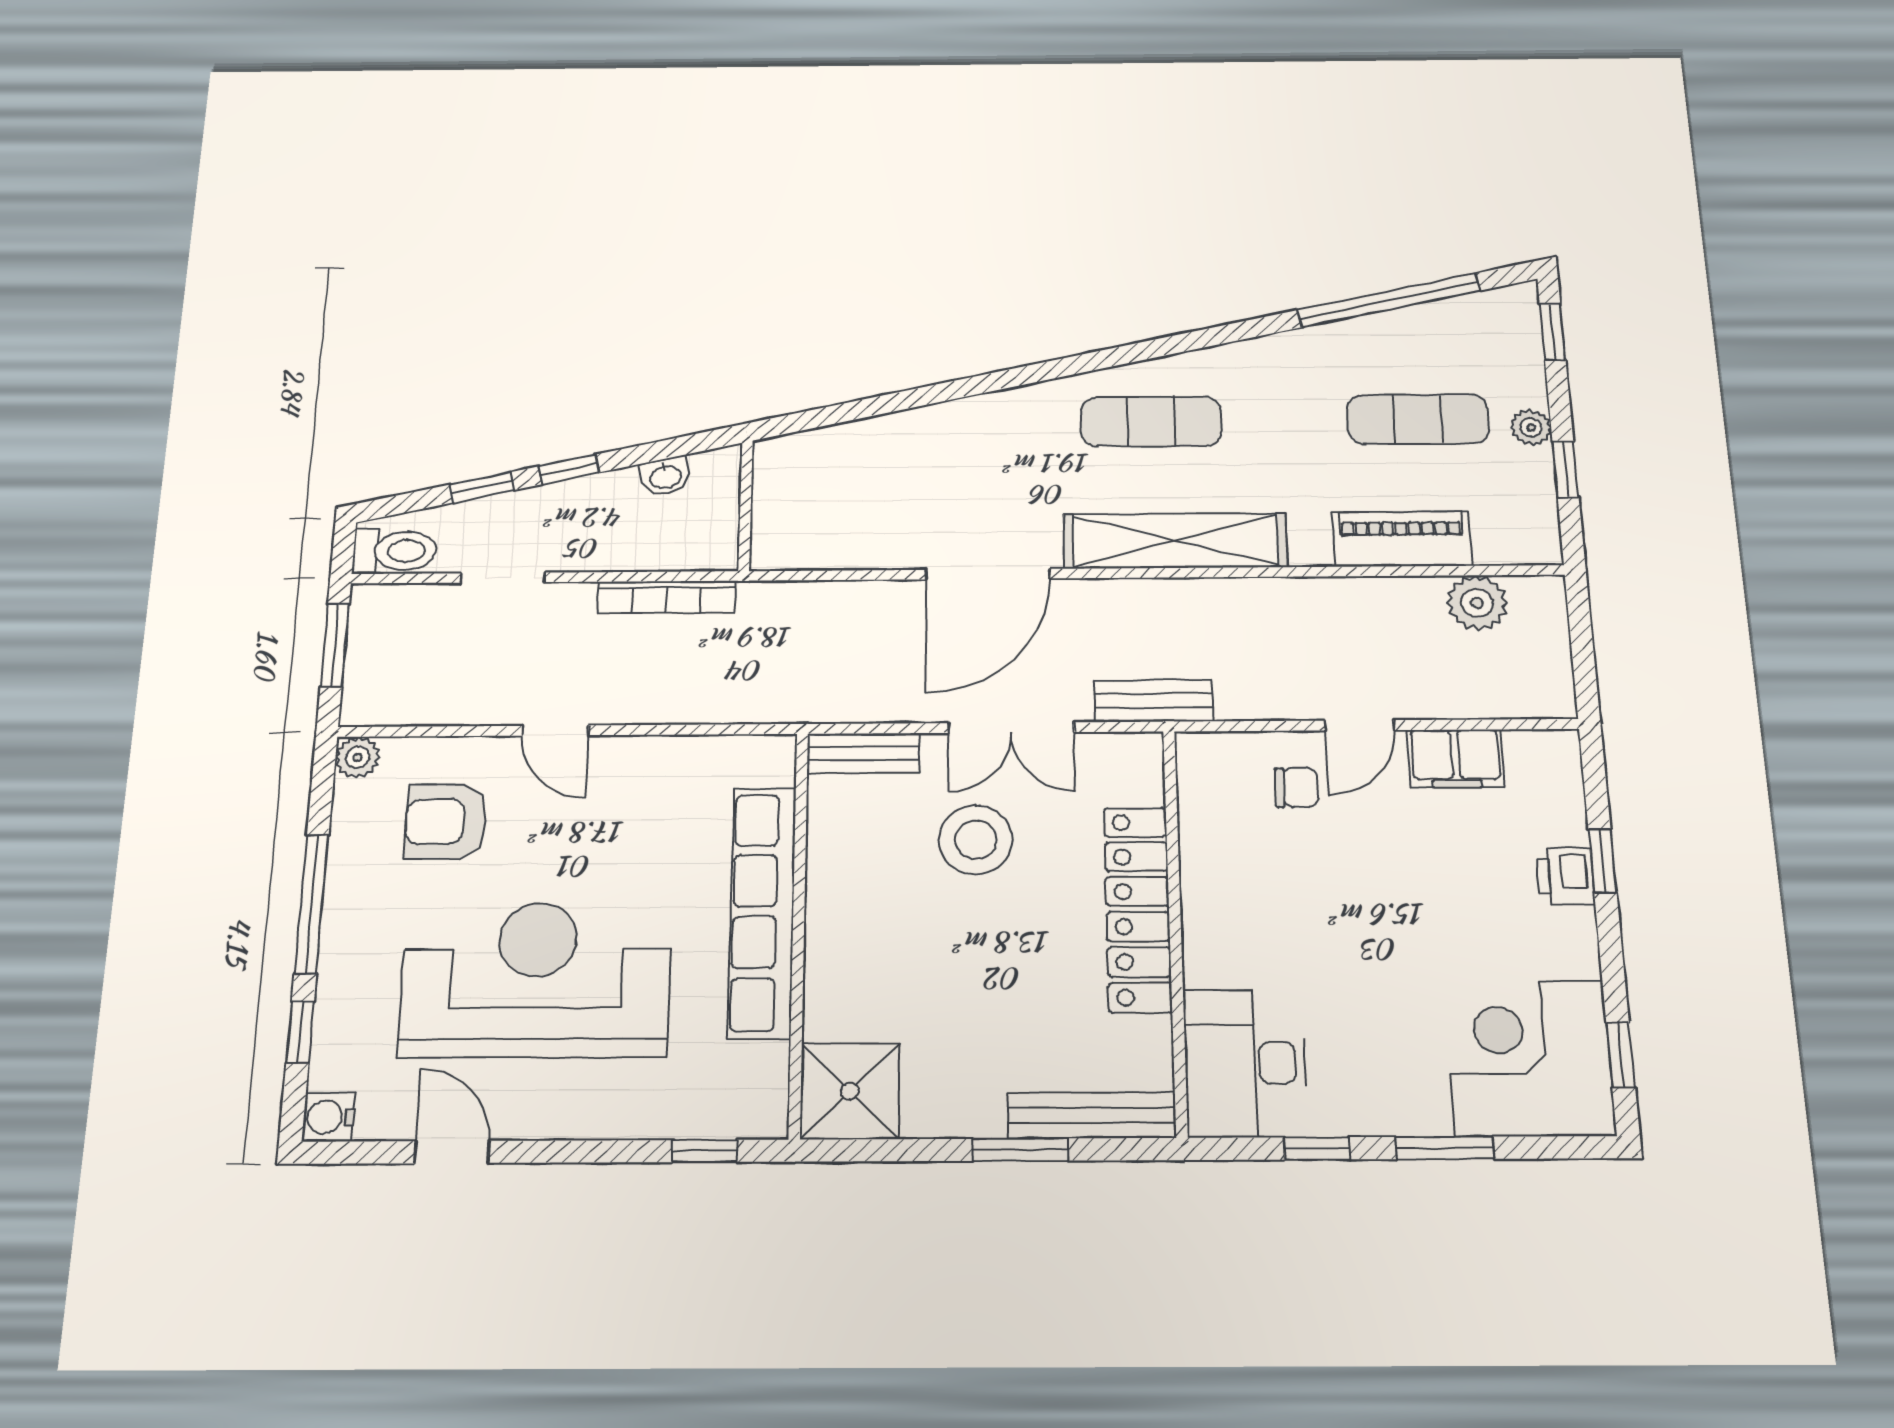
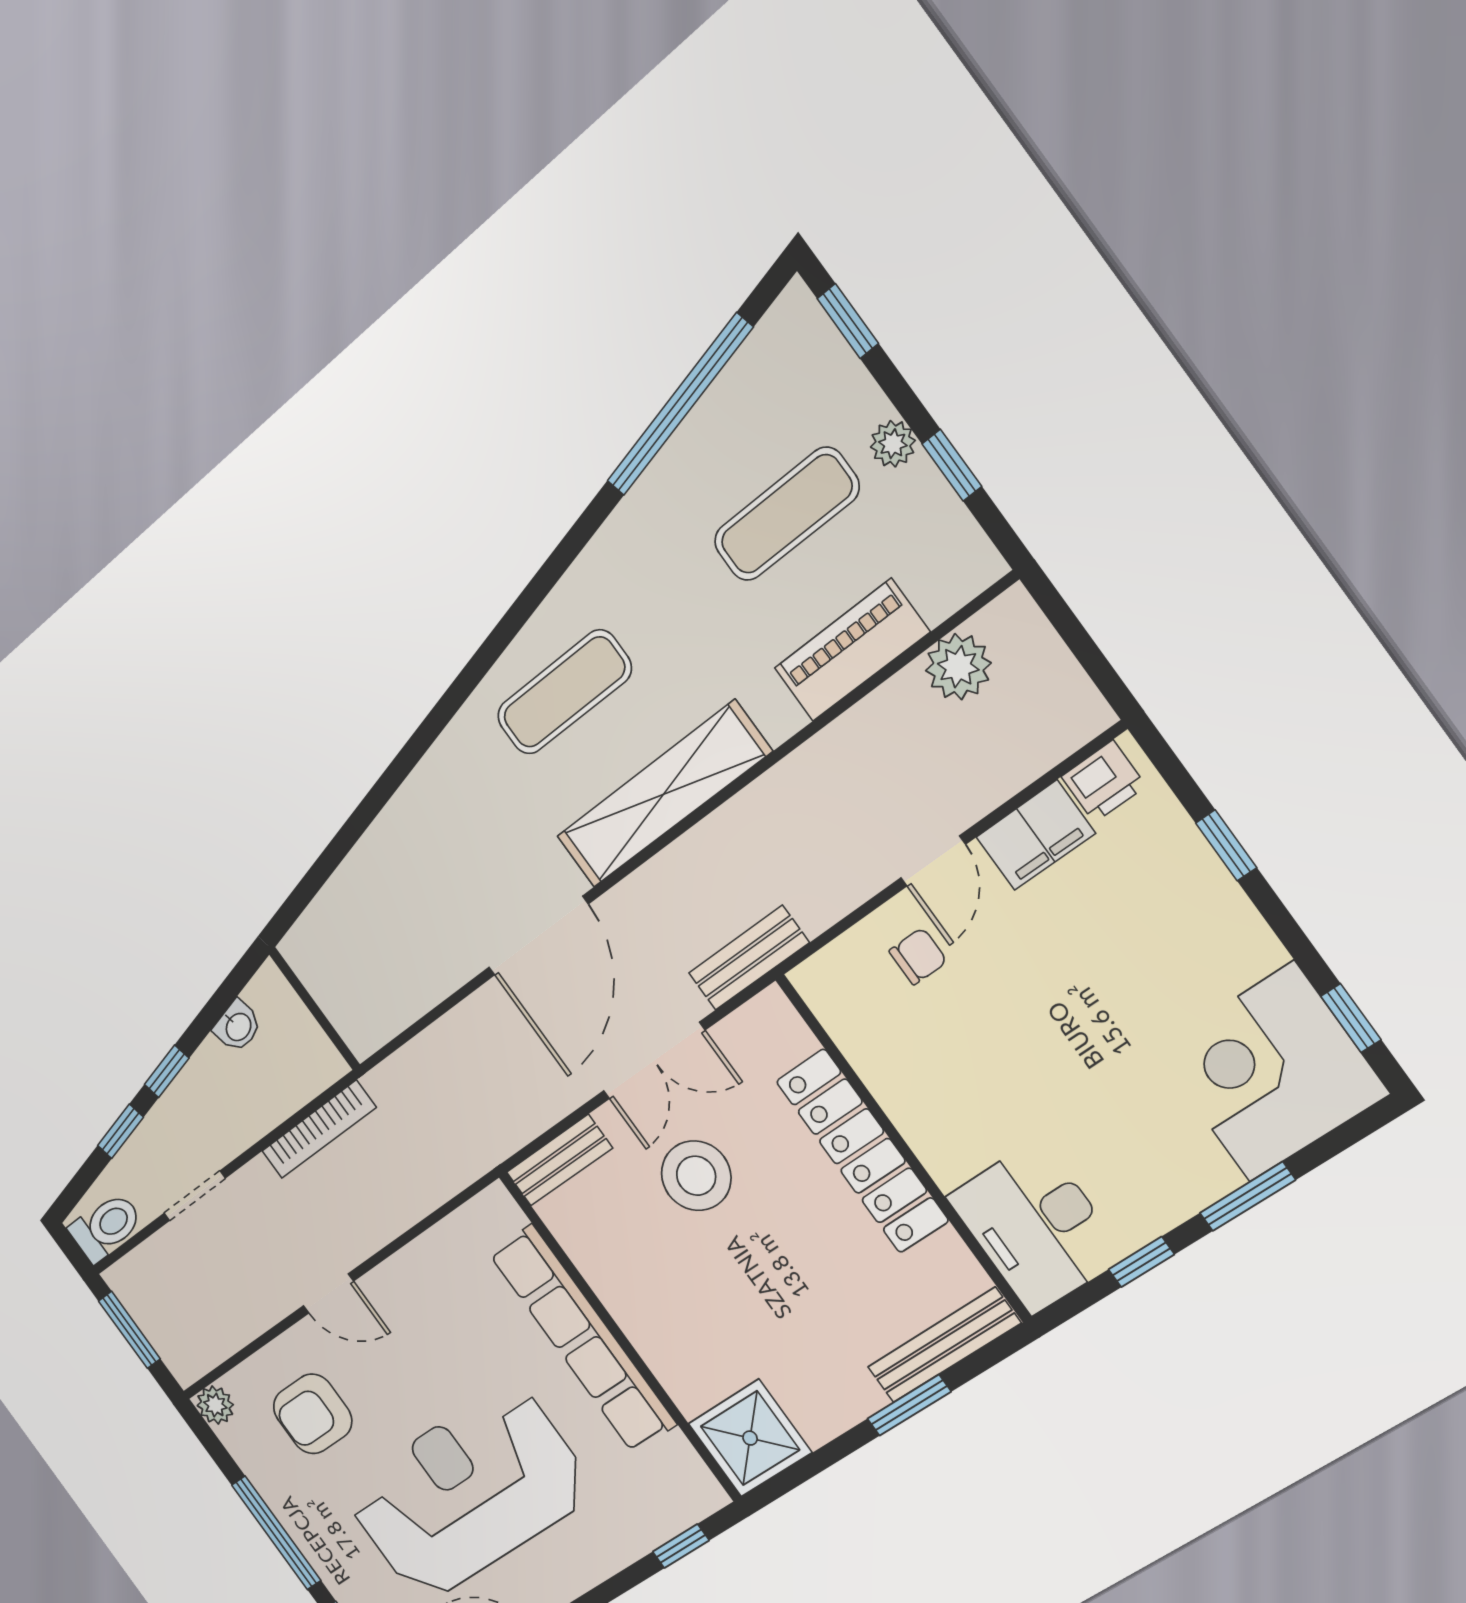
printer: (1566, 876) -> (1104, 781), moved, turned -90

